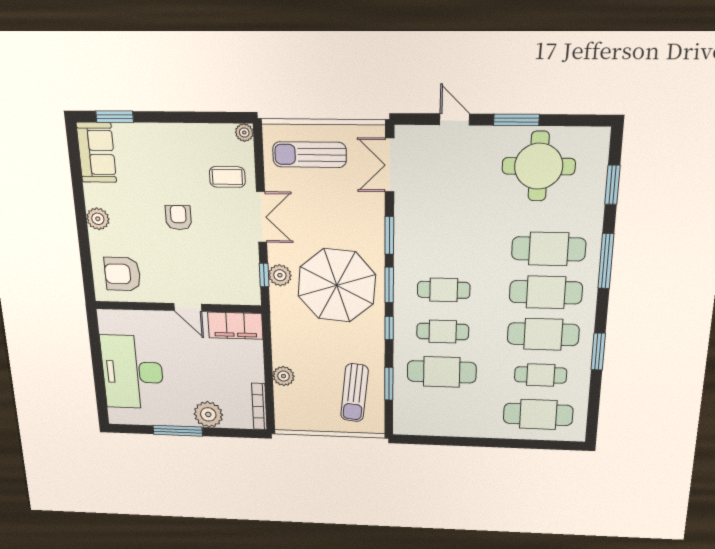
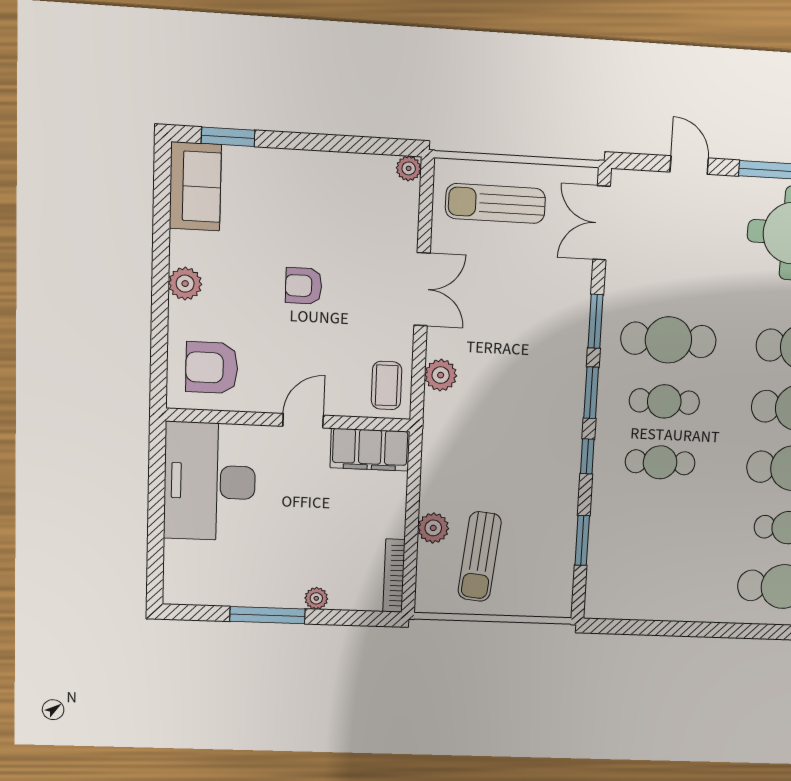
coffee table: (227, 177) -> (387, 385), moved, turned 90
armchair: (178, 218) -> (304, 286), turned -90
window: (264, 275) -> (418, 374), removed
parasol: (337, 285) -> (519, 392), removed
door: (188, 307) -> (303, 421), swing flipped
desk: (133, 372) -> (210, 482), moved
cafe table: (442, 372) -> (668, 340), moved
sun lounger: (354, 393) -> (480, 556), moved
plant: (208, 414) -> (316, 598), width x0.53, depth x0.53

